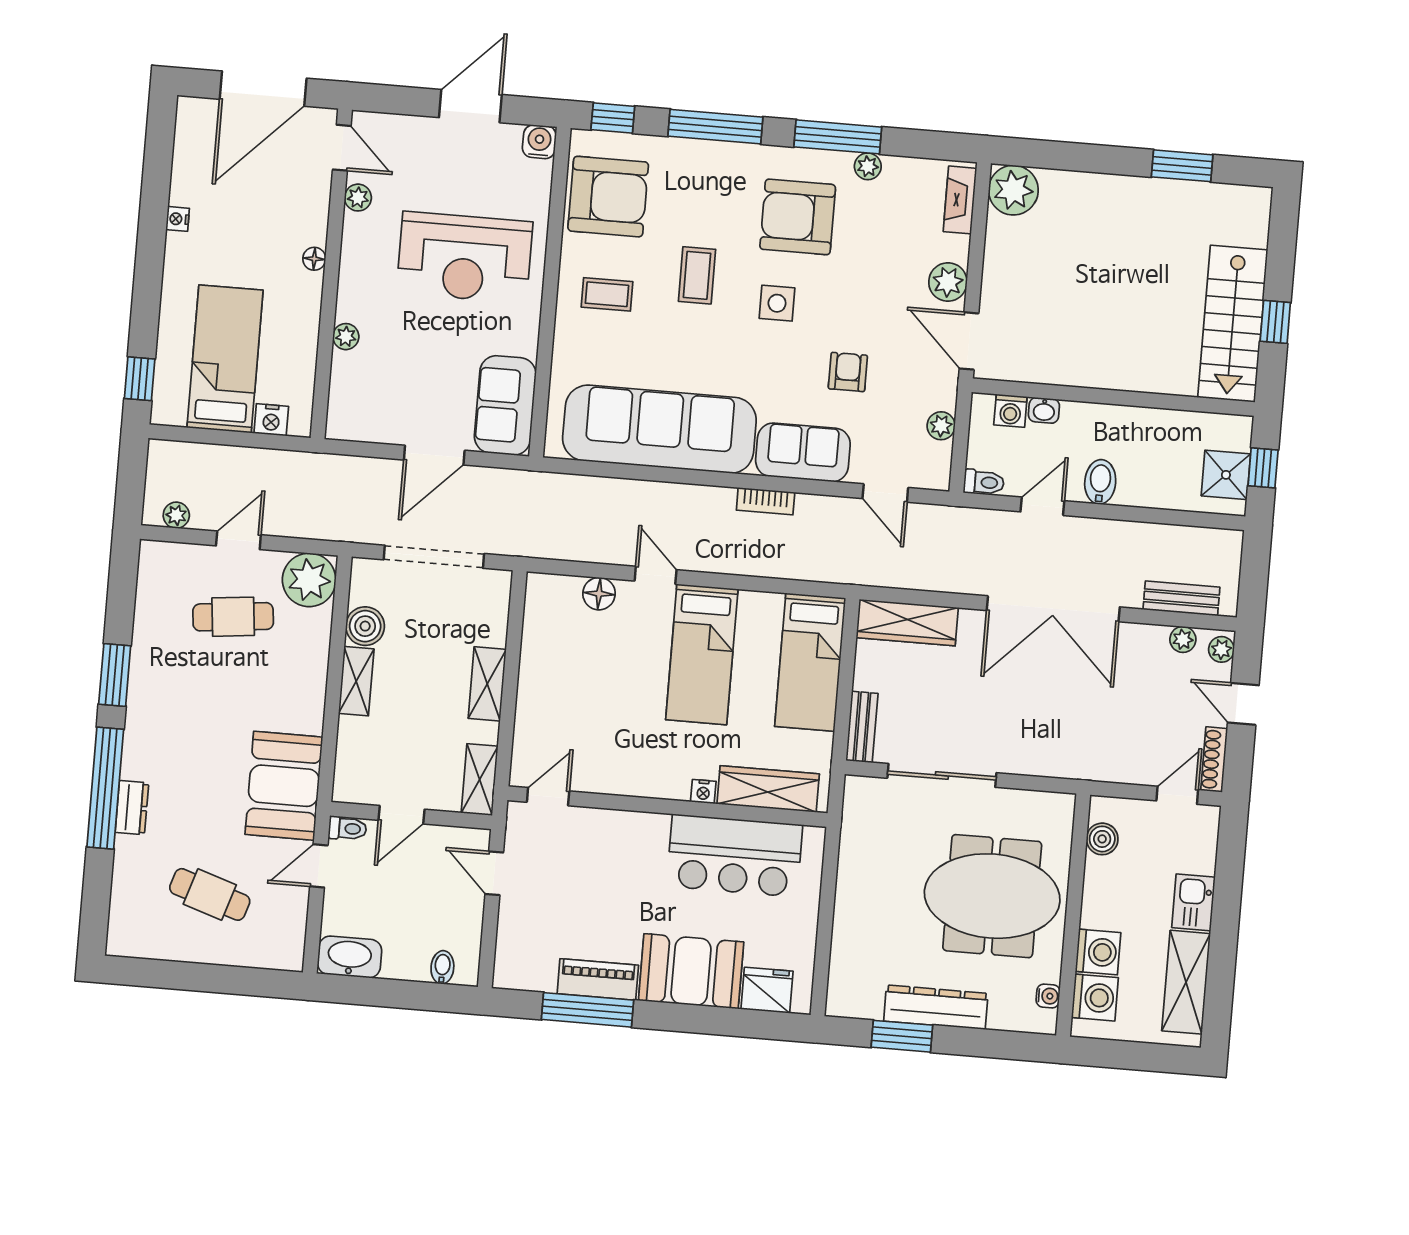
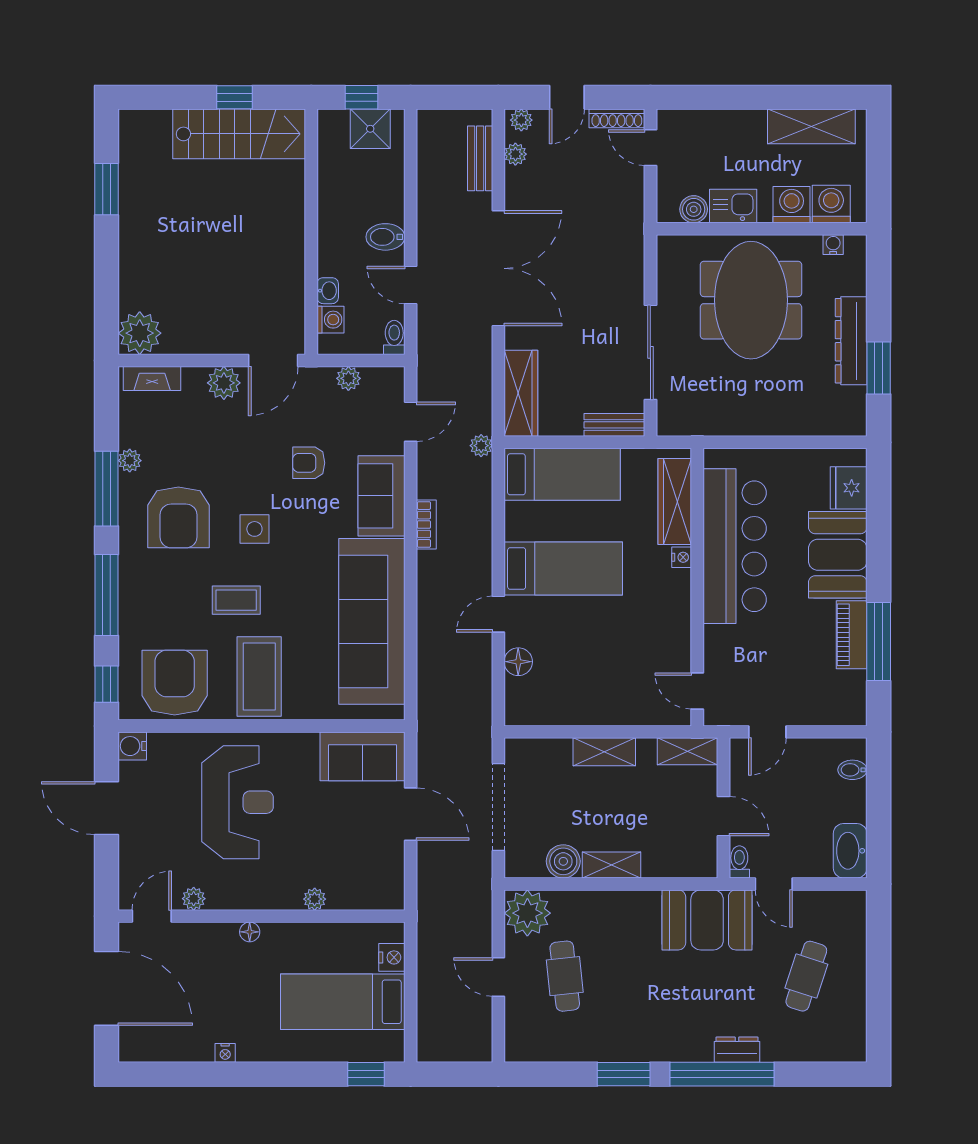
coffee table: (607, 294) -> (259, 677), width x1.86, depth x1.72
plant: (176, 515) -> (481, 446), moved
bar counter: (735, 856) -> (735, 546), width x1.36
kitchen sink: (1193, 902) -> (733, 206), moved, turned 180

